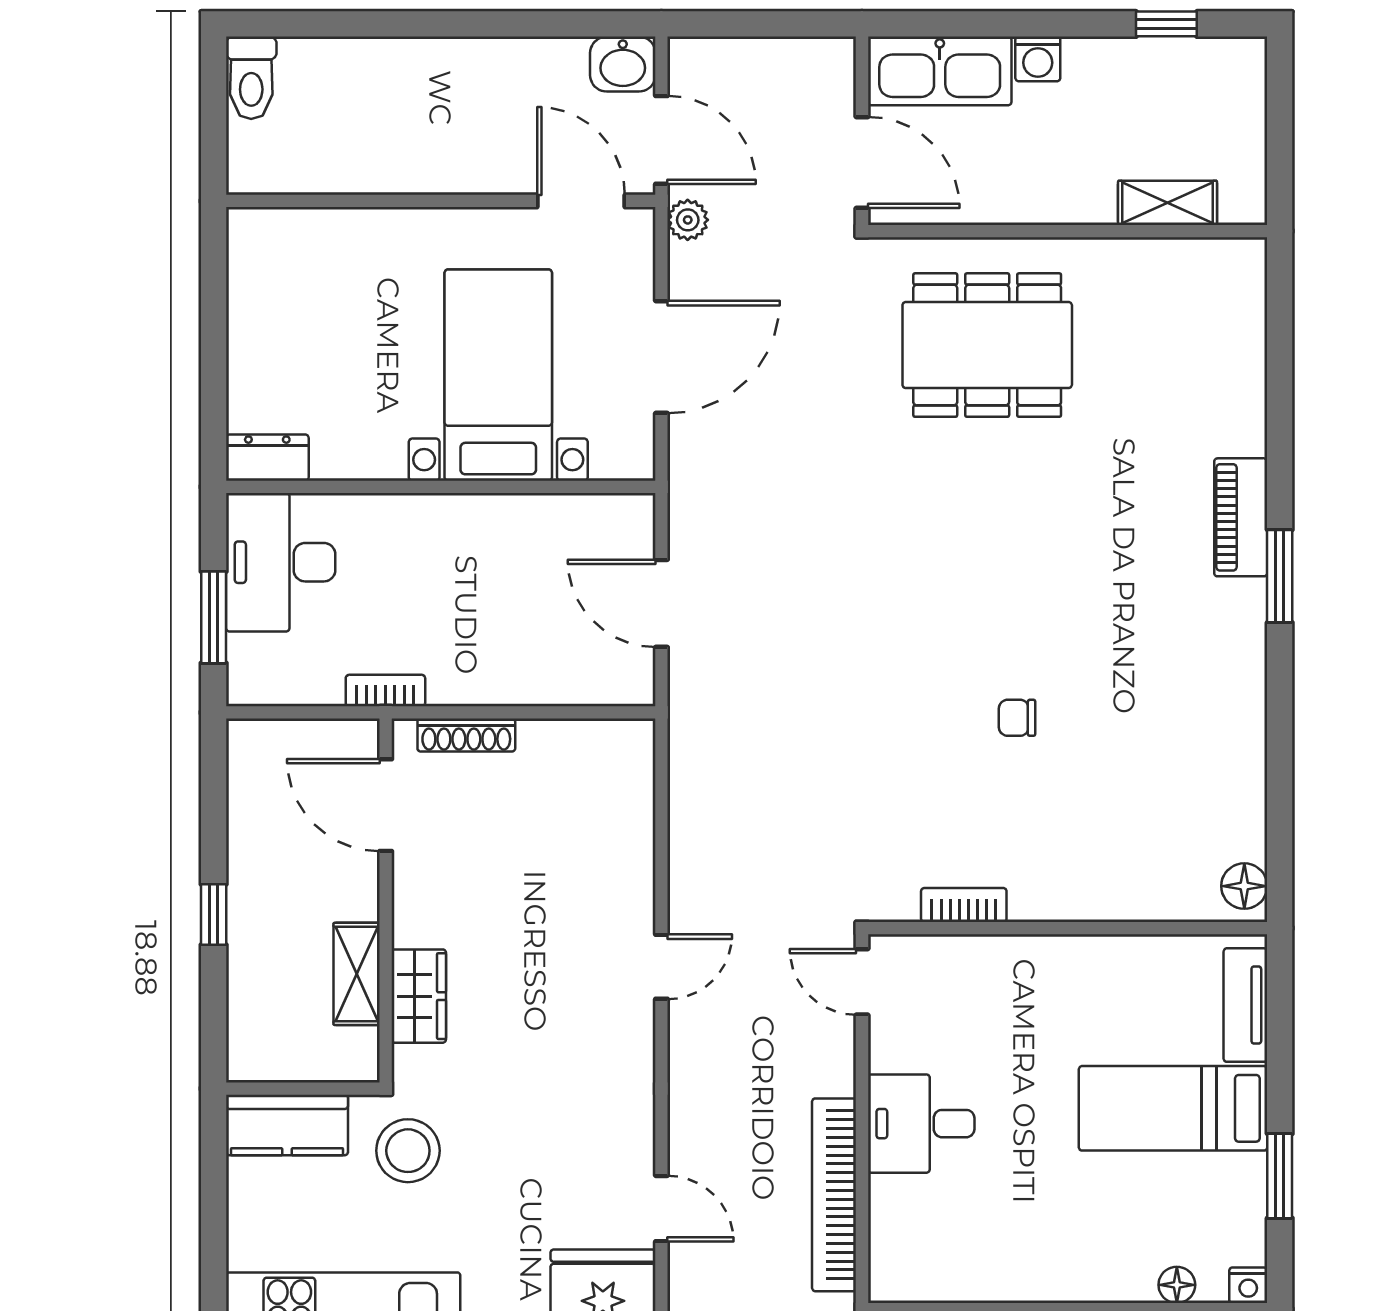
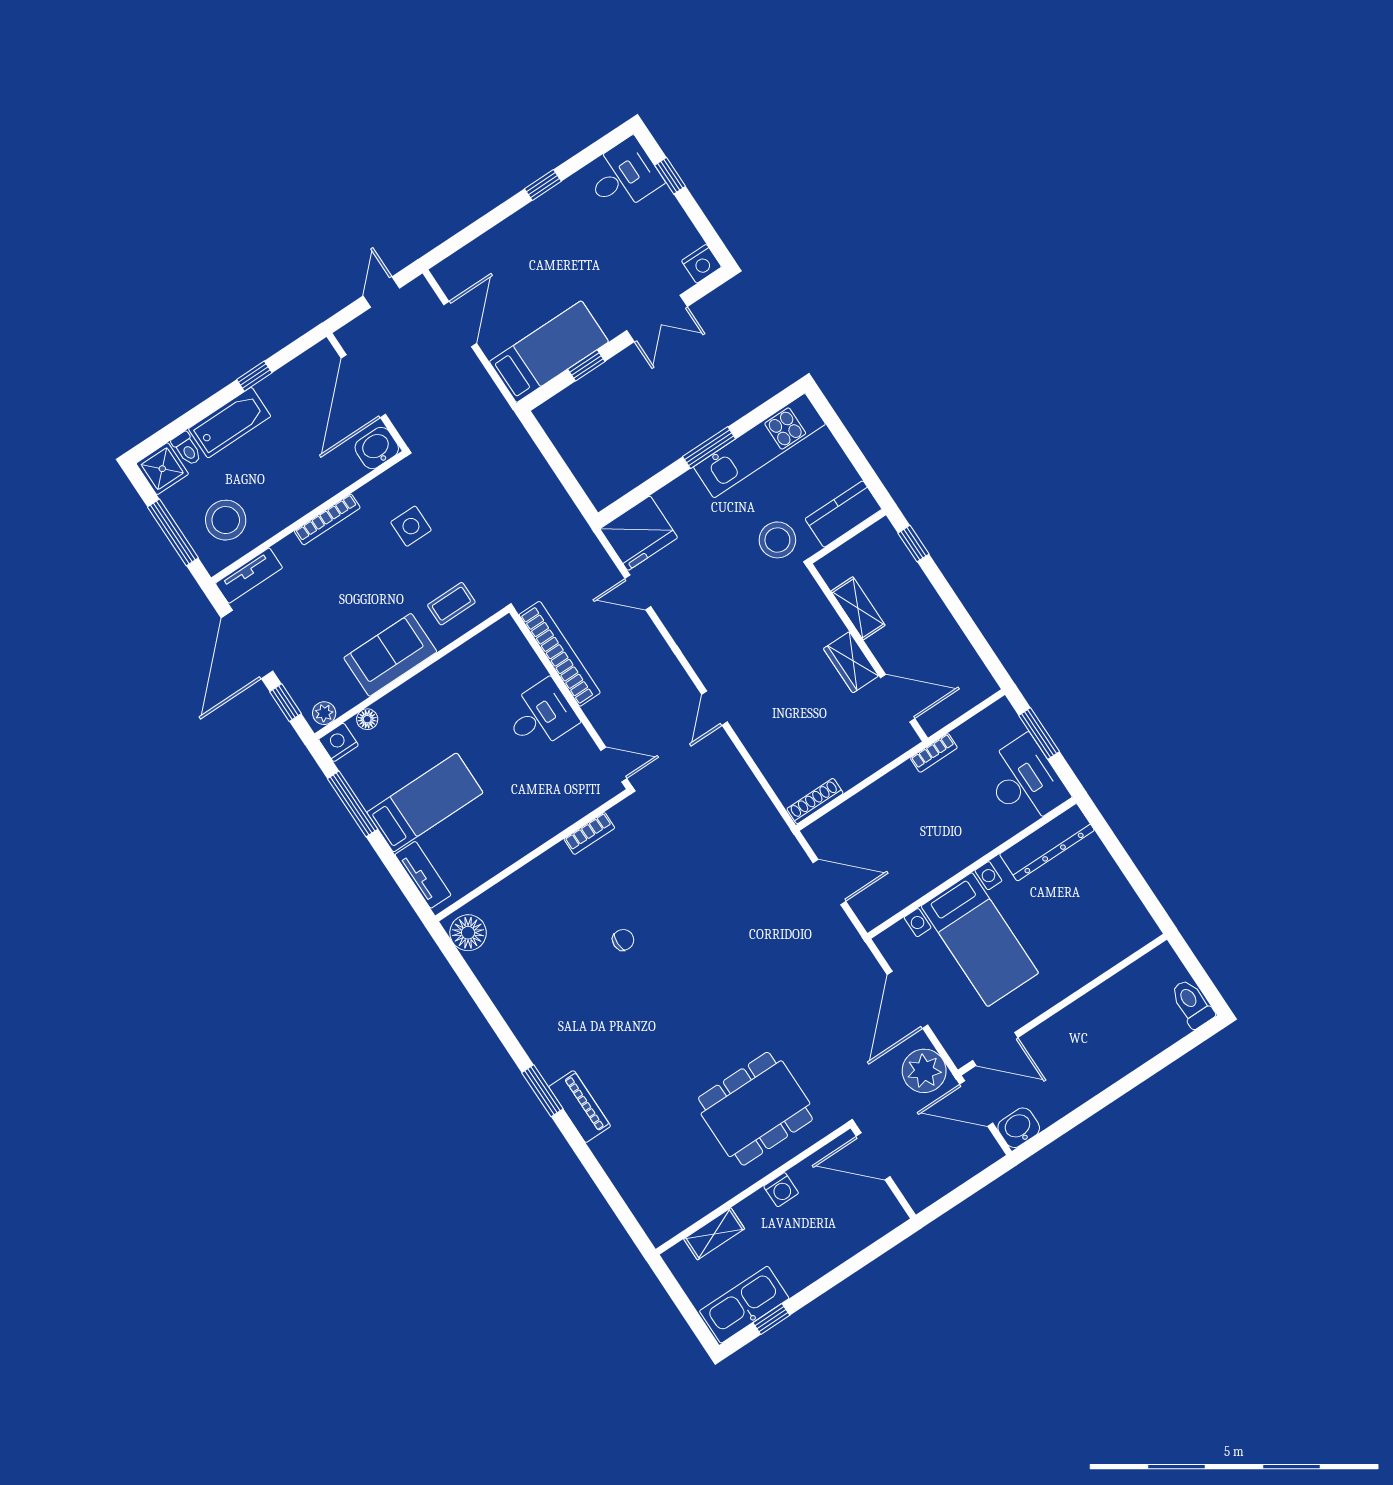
washing machine: (1038, 59) -> (781, 1190), moved, turned 180
kitchen sink: (940, 71) -> (744, 1305), moved
plant: (688, 220) -> (924, 1071), width x1.87, depth x1.87
dresser: (267, 458) -> (1047, 842), width x1.96, depth x1.24
shoe rack: (466, 735) -> (815, 801), moved
floor lamp: (1244, 886) -> (468, 933), width x1.38, depth x1.38
window: (214, 914) -> (913, 544), moved
wardrobe: (419, 996) -> (851, 662), moved
window: (1280, 1176) -> (353, 804), width x1.44
nightstand: (1248, 1285) -> (338, 742), width x1.39, depth x1.35

